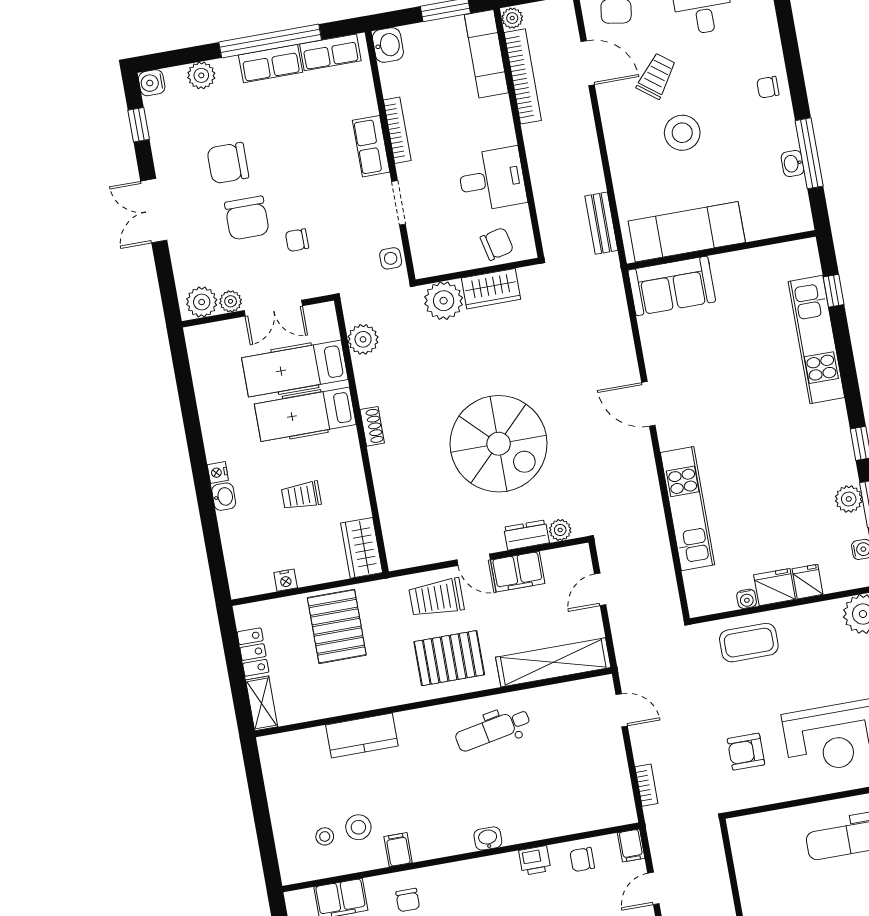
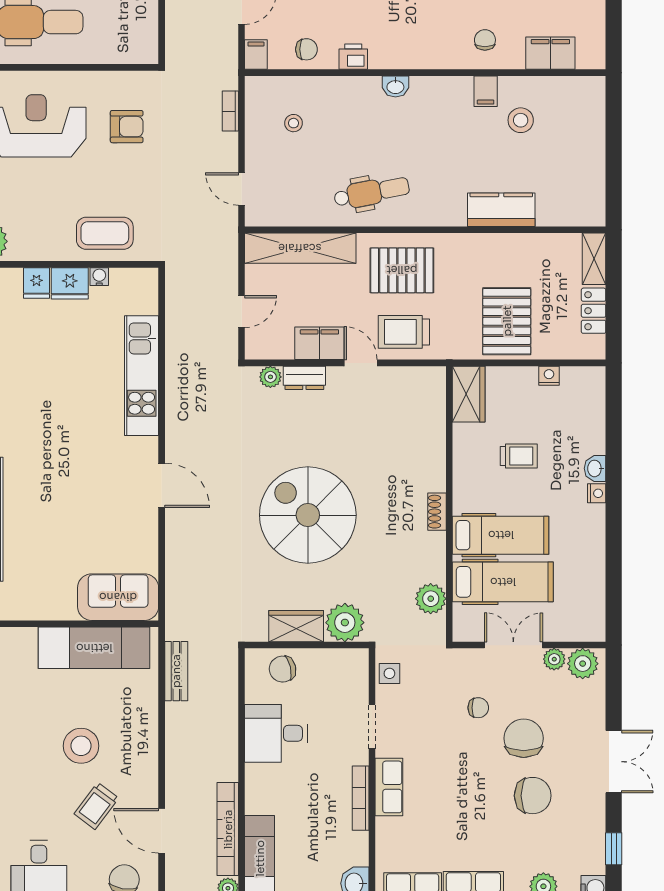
spiral stairs: (499, 444) -> (308, 515), moved
trolley: (436, 598) -> (404, 332), turned 180
stool: (325, 836) -> (294, 123), moved

